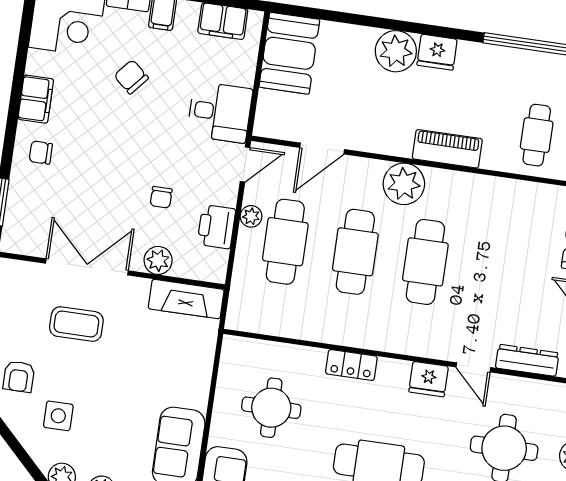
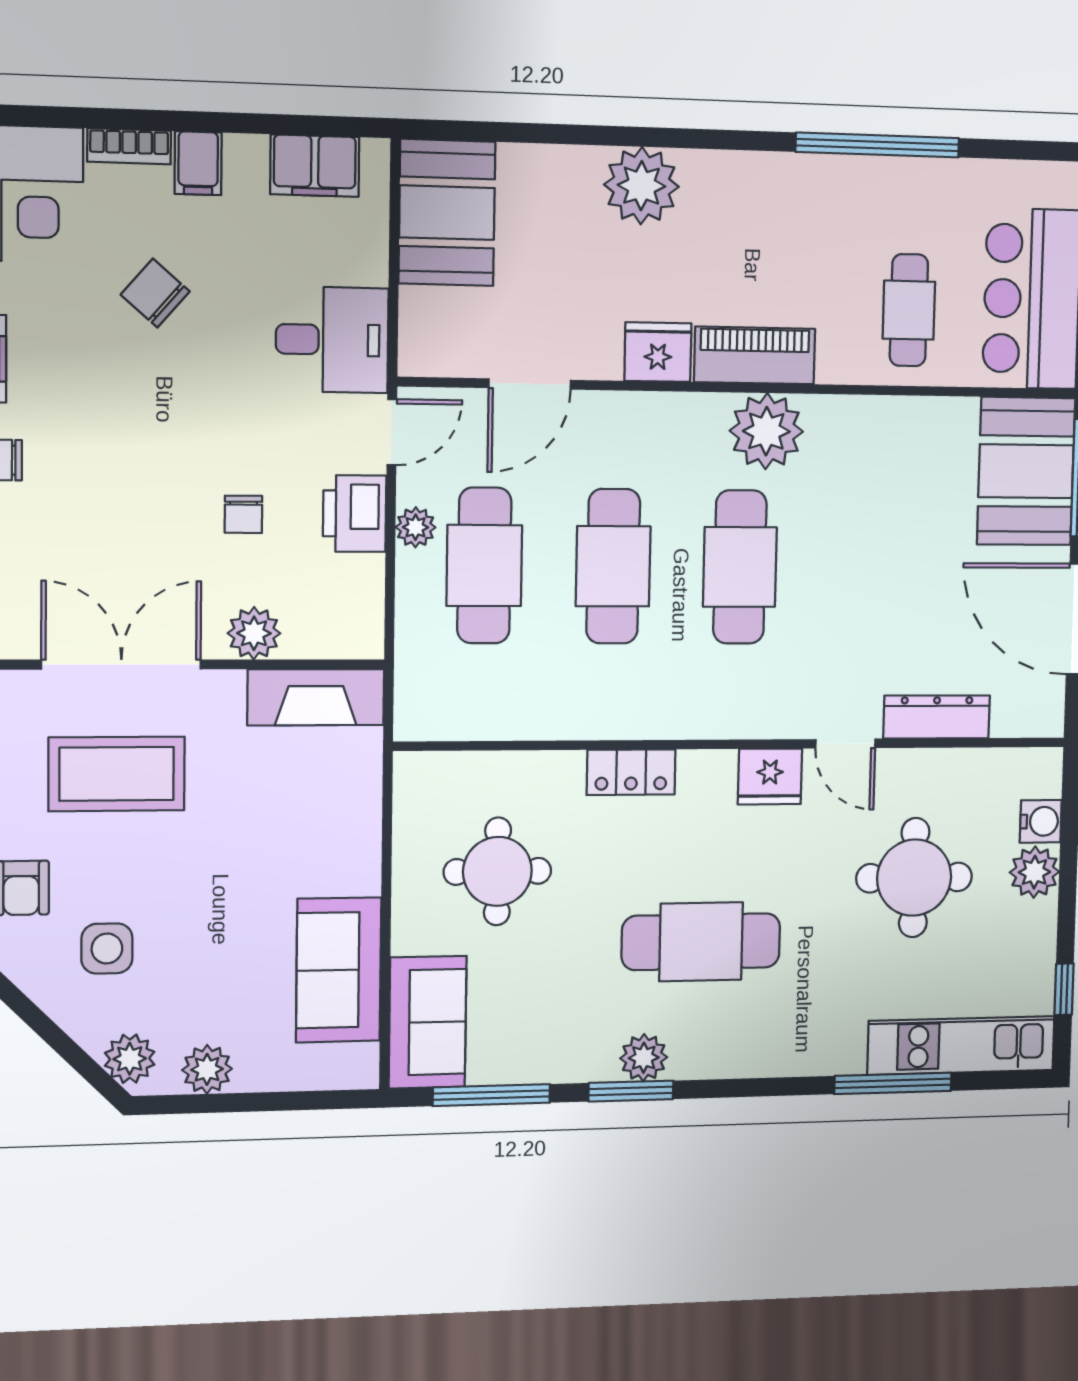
fridge: (437, 52) -> (658, 352), moved, turned 180
plant: (404, 184) -> (766, 431), moved
printer: (216, 227) -> (355, 514), moved
coffee table: (76, 324) -> (117, 774), width x1.36, depth x1.32

